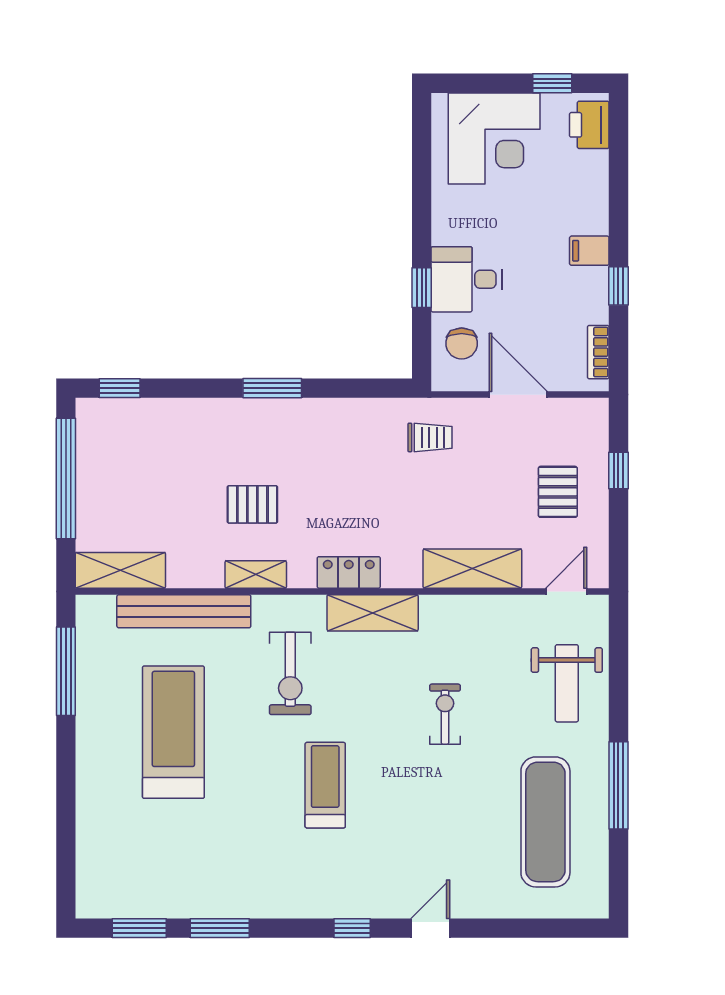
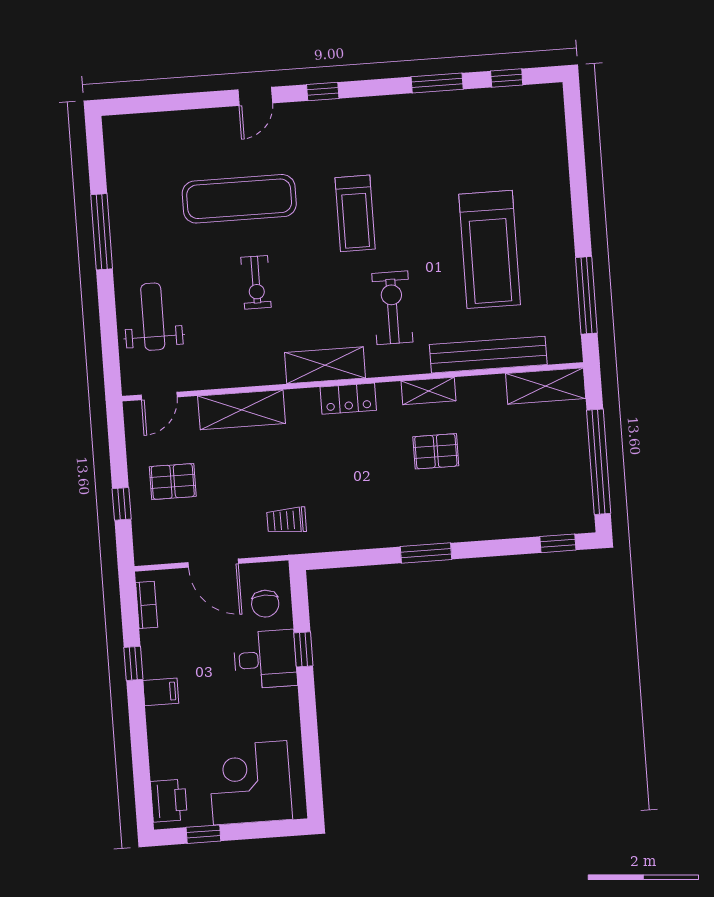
chair: (462, 343) -> (265, 604), turned 180
pallet: (558, 492) -> (173, 482), turned 90
exercise mat: (545, 822) -> (239, 199), moved, turned 90
window: (139, 928) -> (507, 78), width x0.67

